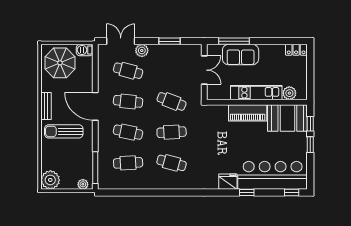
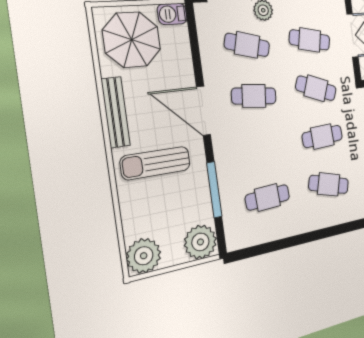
bench: (46, 106) -> (116, 112), width x1.36
cafe table: (128, 132) -> (310, 40), moved
window: (95, 168) -> (214, 190), moved
plant: (83, 184) -> (200, 242), width x1.88, depth x1.88

